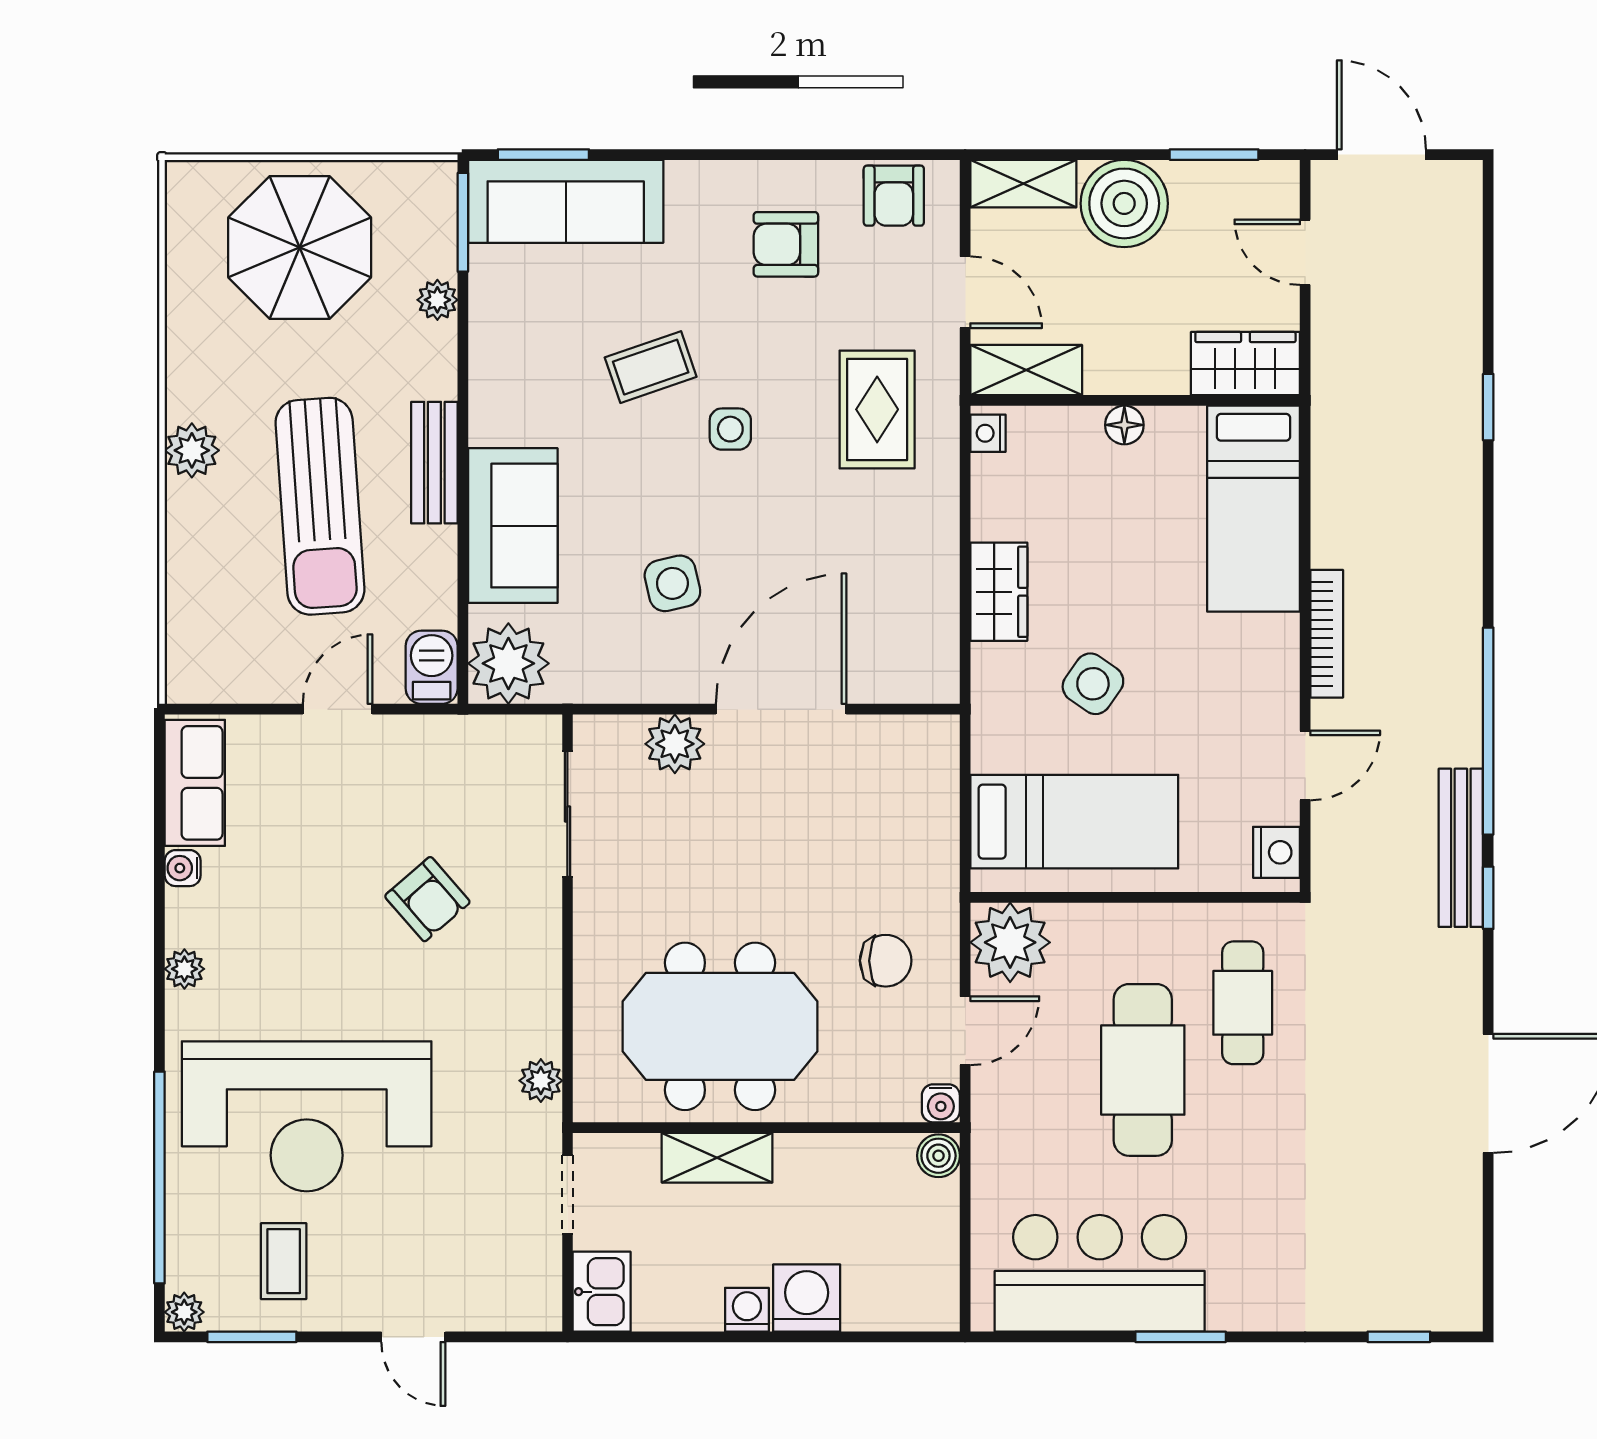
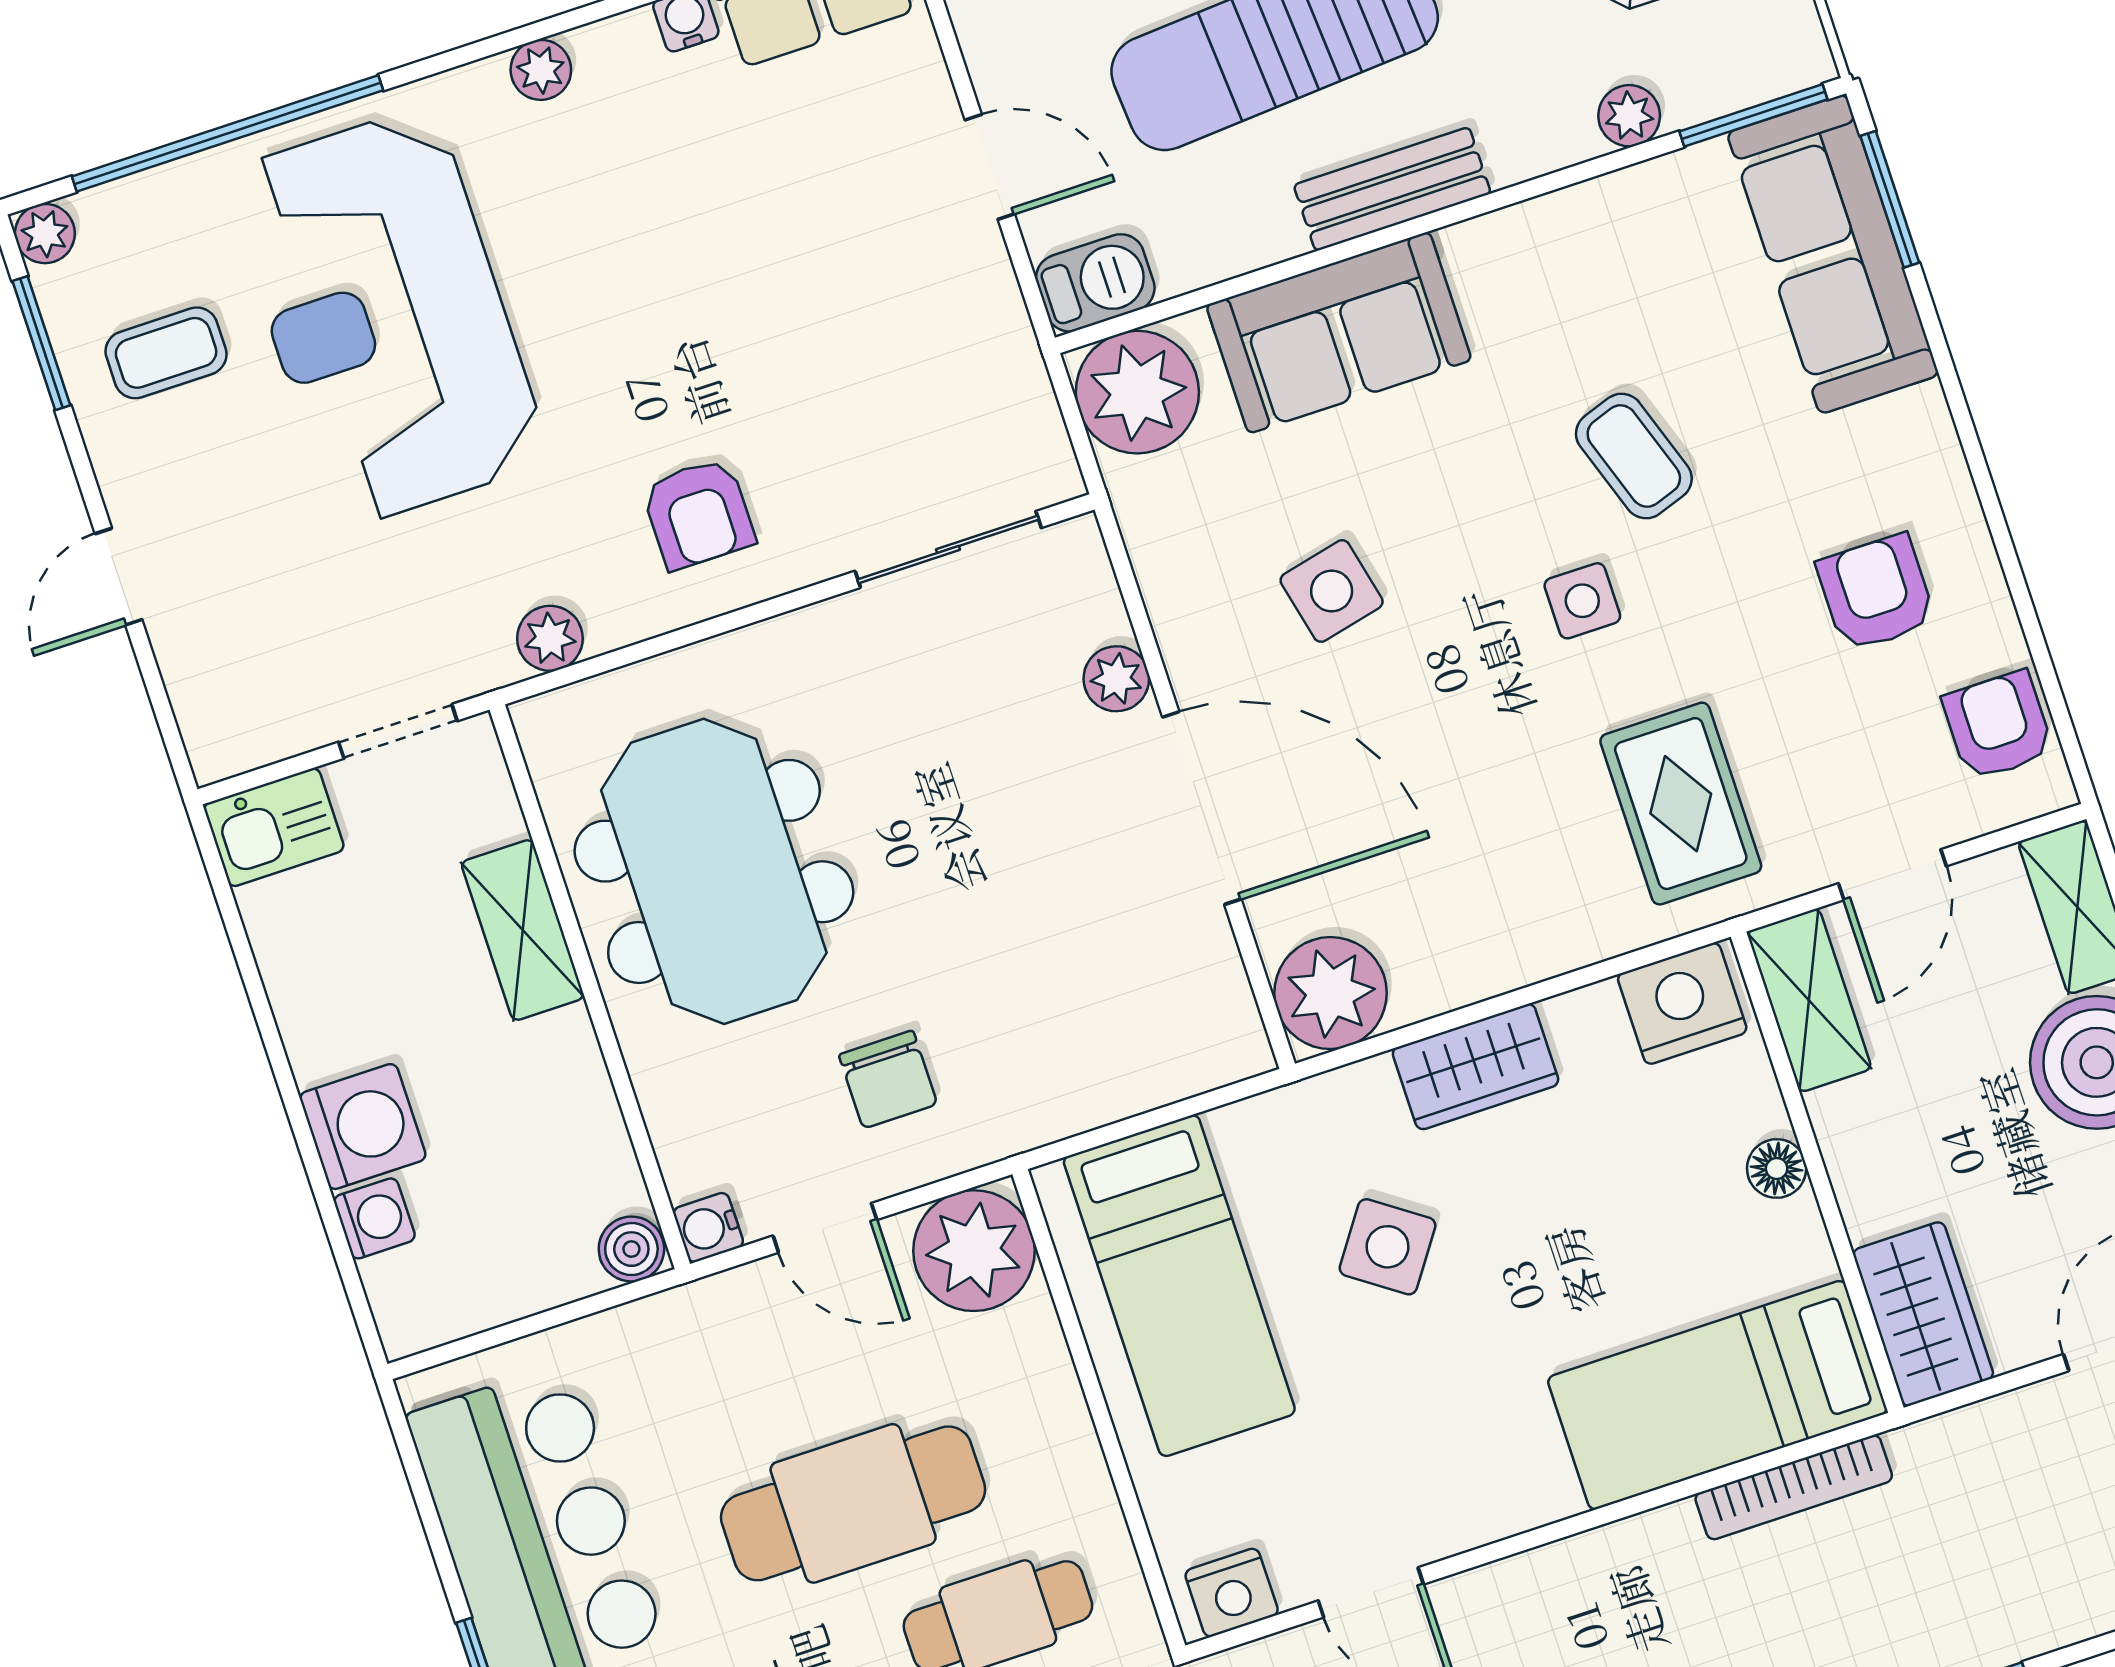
armchair: (894, 196) -> (1998, 726), turned 90
rug: (877, 409) -> (1681, 804), turned 90
nightstand: (988, 433) -> (1682, 1003), width x1.89, depth x1.79
bookcase: (1327, 634) -> (1794, 1487), moved
plant: (923, 667) -> (1331, 993), added
plant: (675, 744) -> (1116, 679), width x0.73, depth x0.73
armchair: (427, 899) -> (698, 514), moved, turned -49
washing machine: (747, 1310) -> (374, 1218), moved

